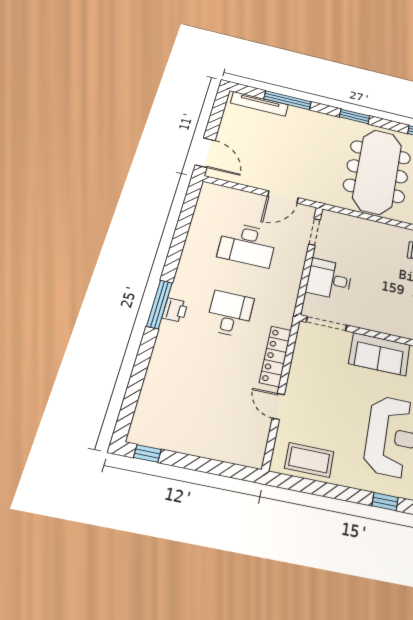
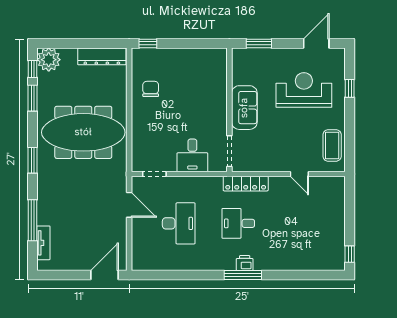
tv unit: (259, 104) -> (43, 243), width x0.71
locker: (275, 356) -> (246, 184), moved
door: (278, 406) -> (299, 174), hinge flipped

